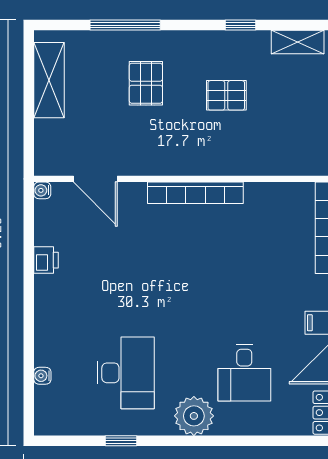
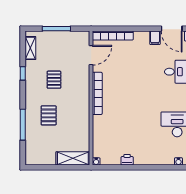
shelving: (49, 80) -> (73, 158), moved
pallet: (146, 83) -> (49, 115), turned 90
door: (95, 179) -> (91, 55), moved

